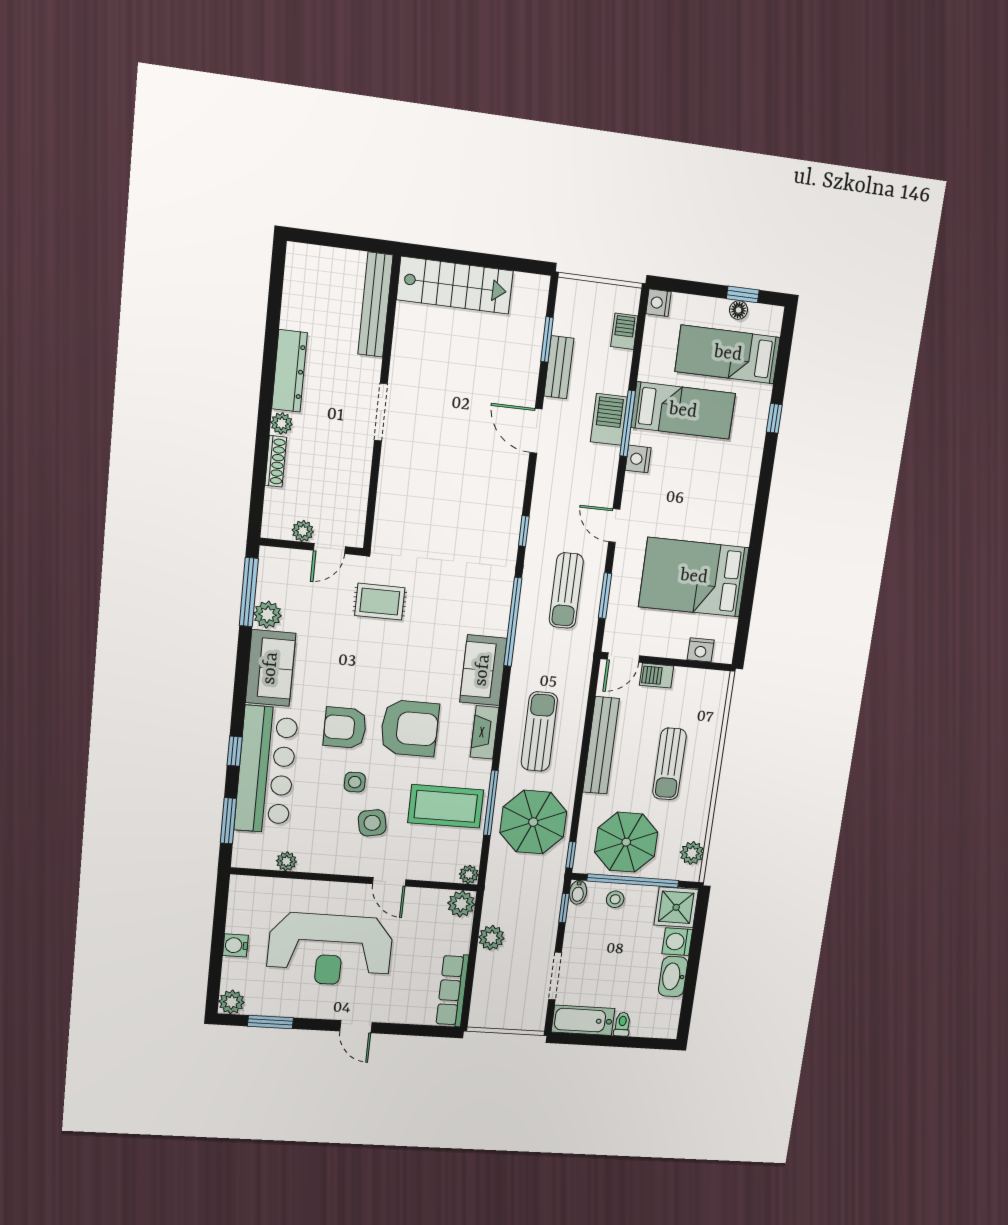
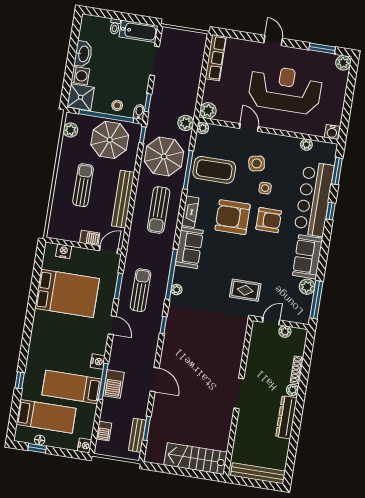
bench: (375, 305) -> (258, 473), moved, turned 90
bench: (559, 367) -> (137, 435), moved
plant: (503, 595) -> (177, 290), added
plant: (491, 938) -> (186, 123), moved
water cooler: (235, 945) -> (332, 132), moved, turned 90

